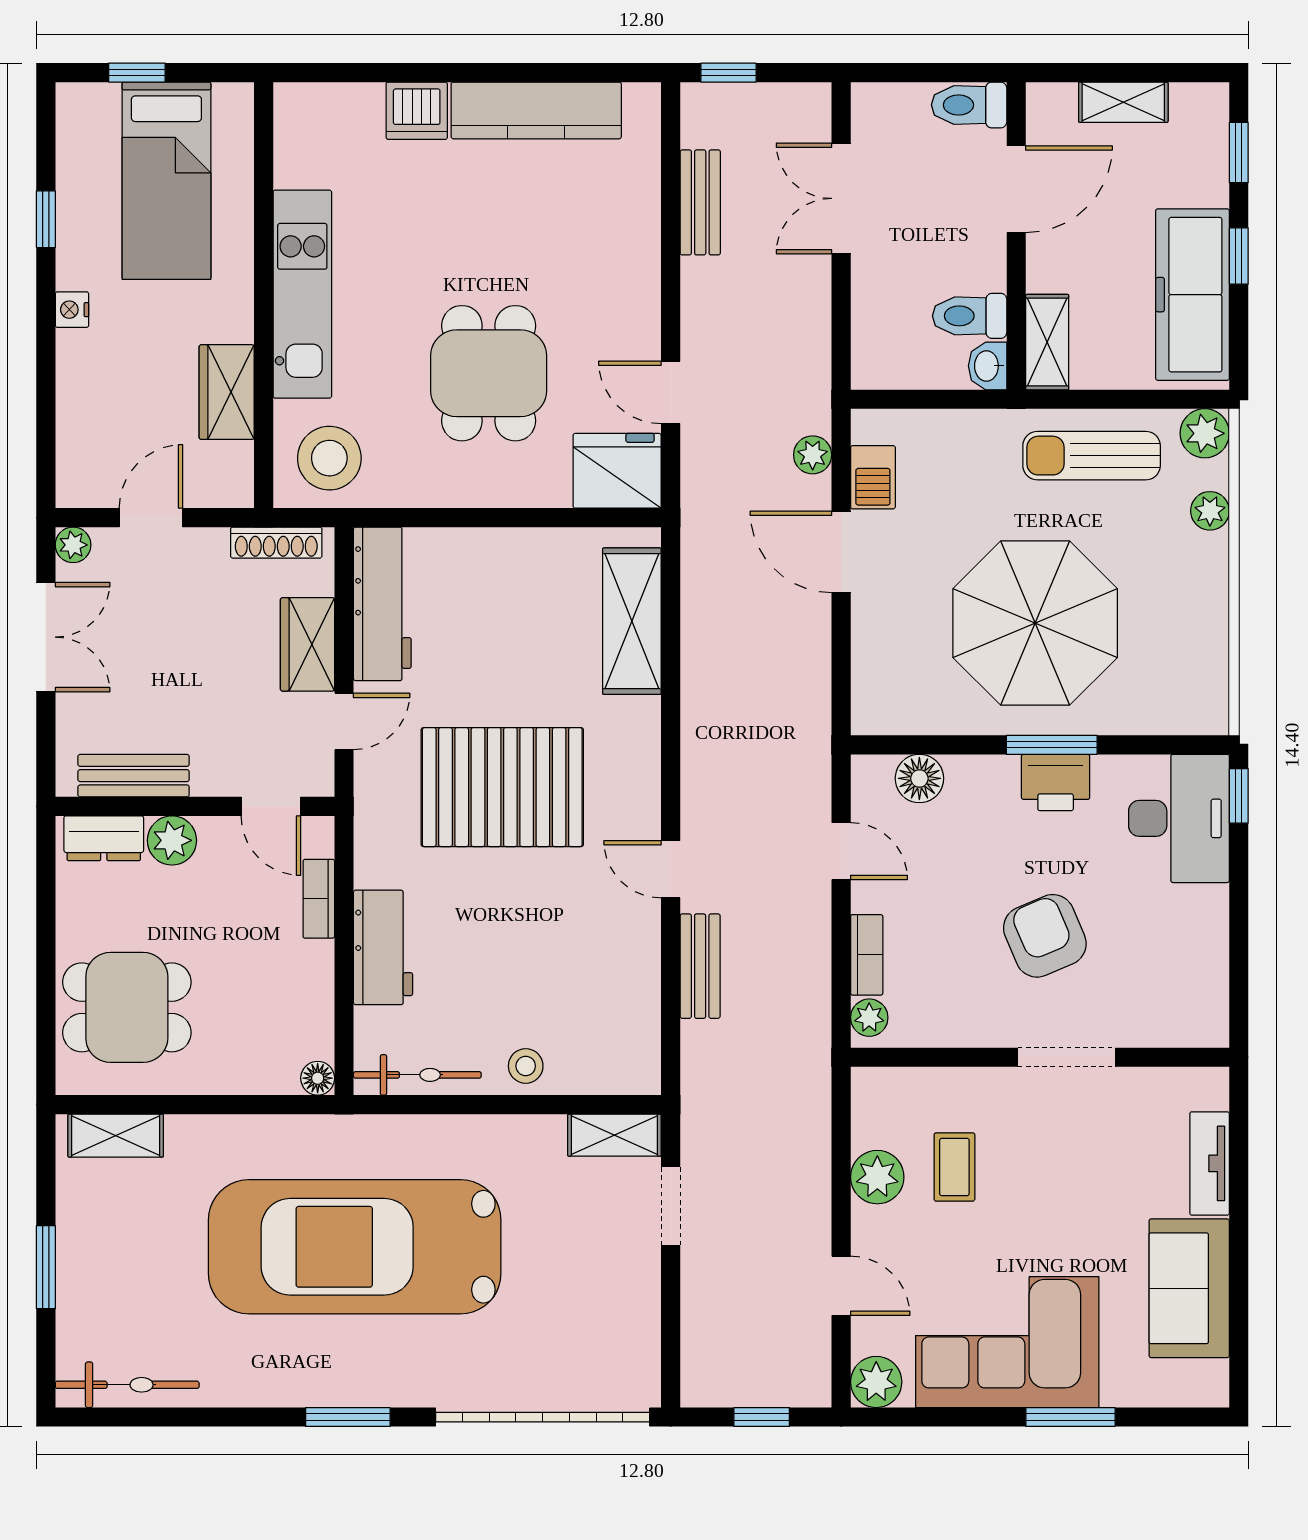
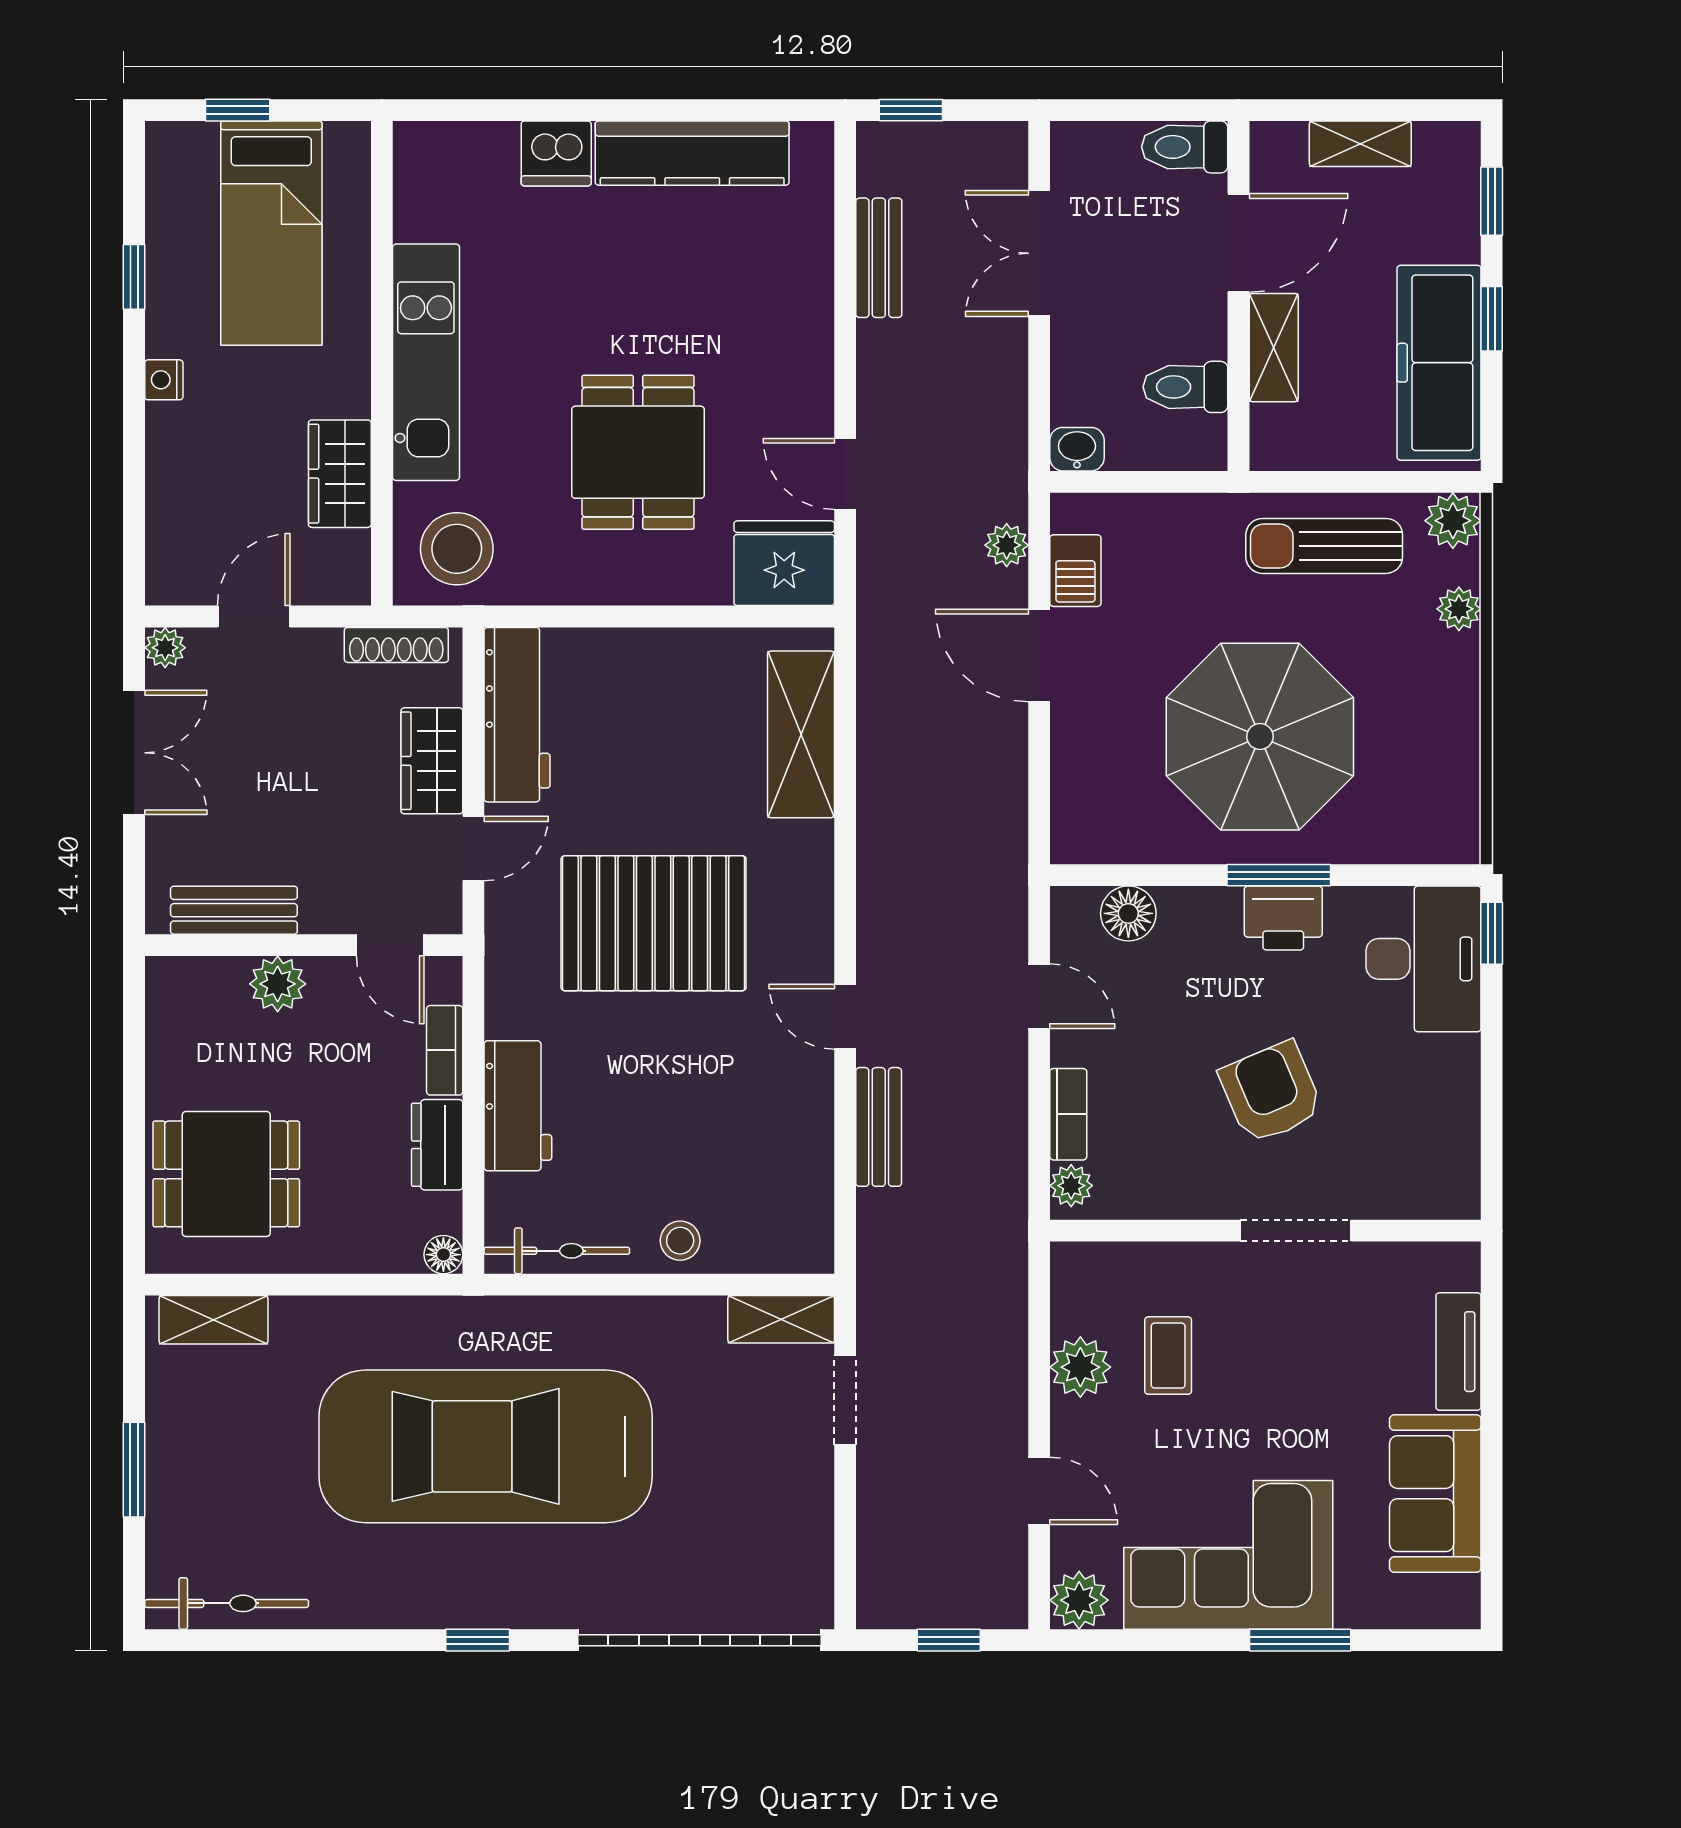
shelving: (1047, 342) -> (1274, 348), moved
washbasin: (988, 366) -> (1077, 449), moved, turned 90
dresser: (104, 838) -> (437, 1145), moved, turned 90
window: (348, 1417) -> (478, 1640), width x0.67

